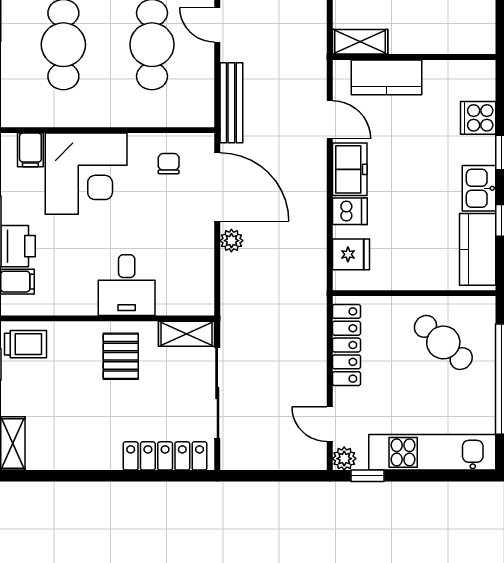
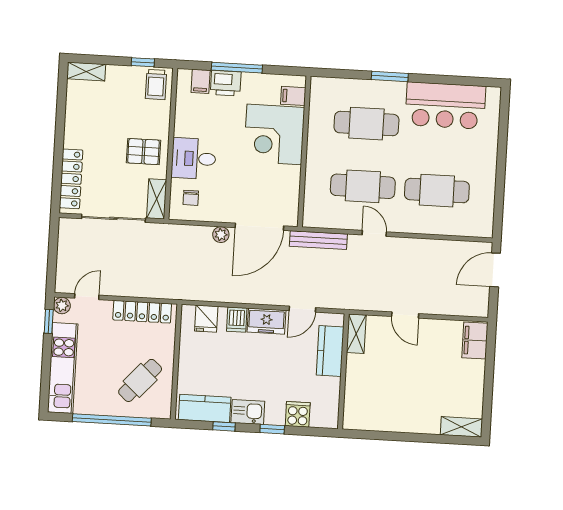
door: (217, 25) -> (374, 233), hinge flipped
chair: (169, 164) -> (191, 198), moved, turned 90

